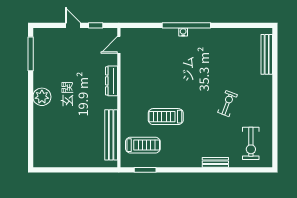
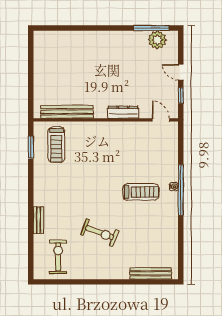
door: (73, 25) -> (181, 72), swing flipped
plant: (42, 97) -> (157, 40), moved
exercise bike: (227, 104) -> (100, 233), width x1.38, depth x1.39
treadmill: (166, 117) -> (141, 192), moved, turned 90
exercise bike: (251, 143) -> (58, 257), turned 90

